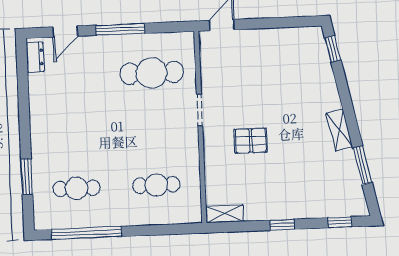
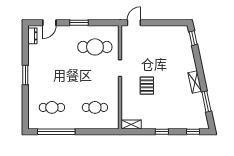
window: (120, 29) -> (79, 23), width x0.69
pallet: (251, 141) -> (147, 86), turned 90
window: (27, 176) -> (25, 75), moved

